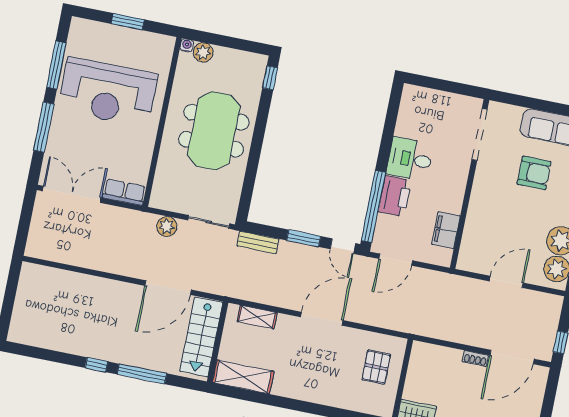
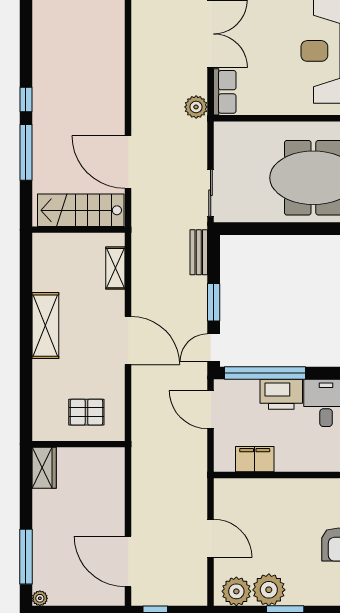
plant: (167, 226) -> (196, 107), moved
shoe rack: (475, 358) -> (118, 521), removed
shelving: (243, 377) -> (45, 326), moved

